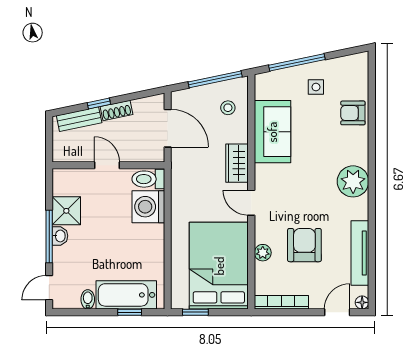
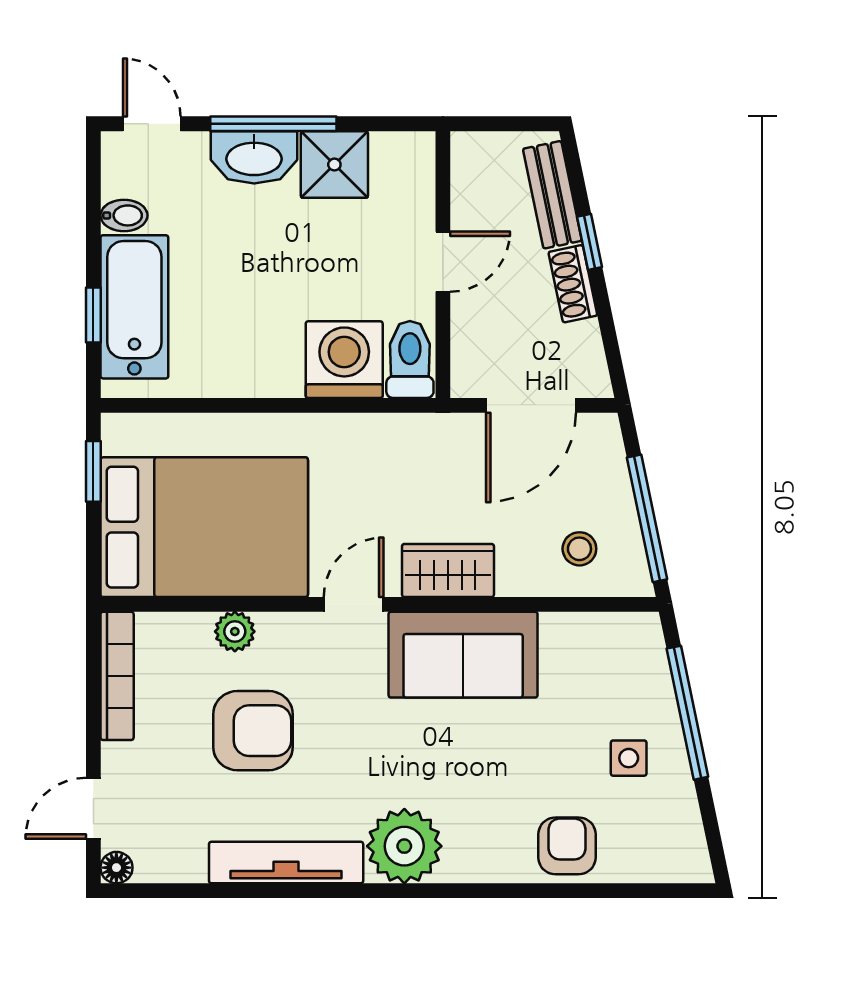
sofa: (272, 132) -> (463, 655), moved
washbasin: (60, 236) -> (254, 157), width x1.91, depth x1.45
tv unit: (360, 253) -> (286, 863), moved
door: (337, 312) -> (93, 808), swing flipped

